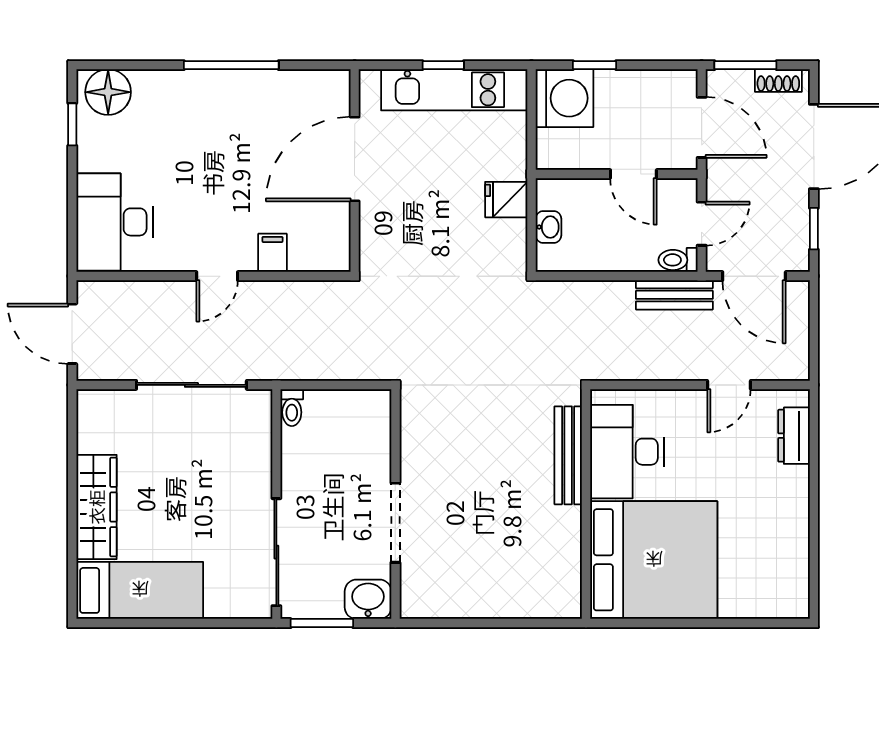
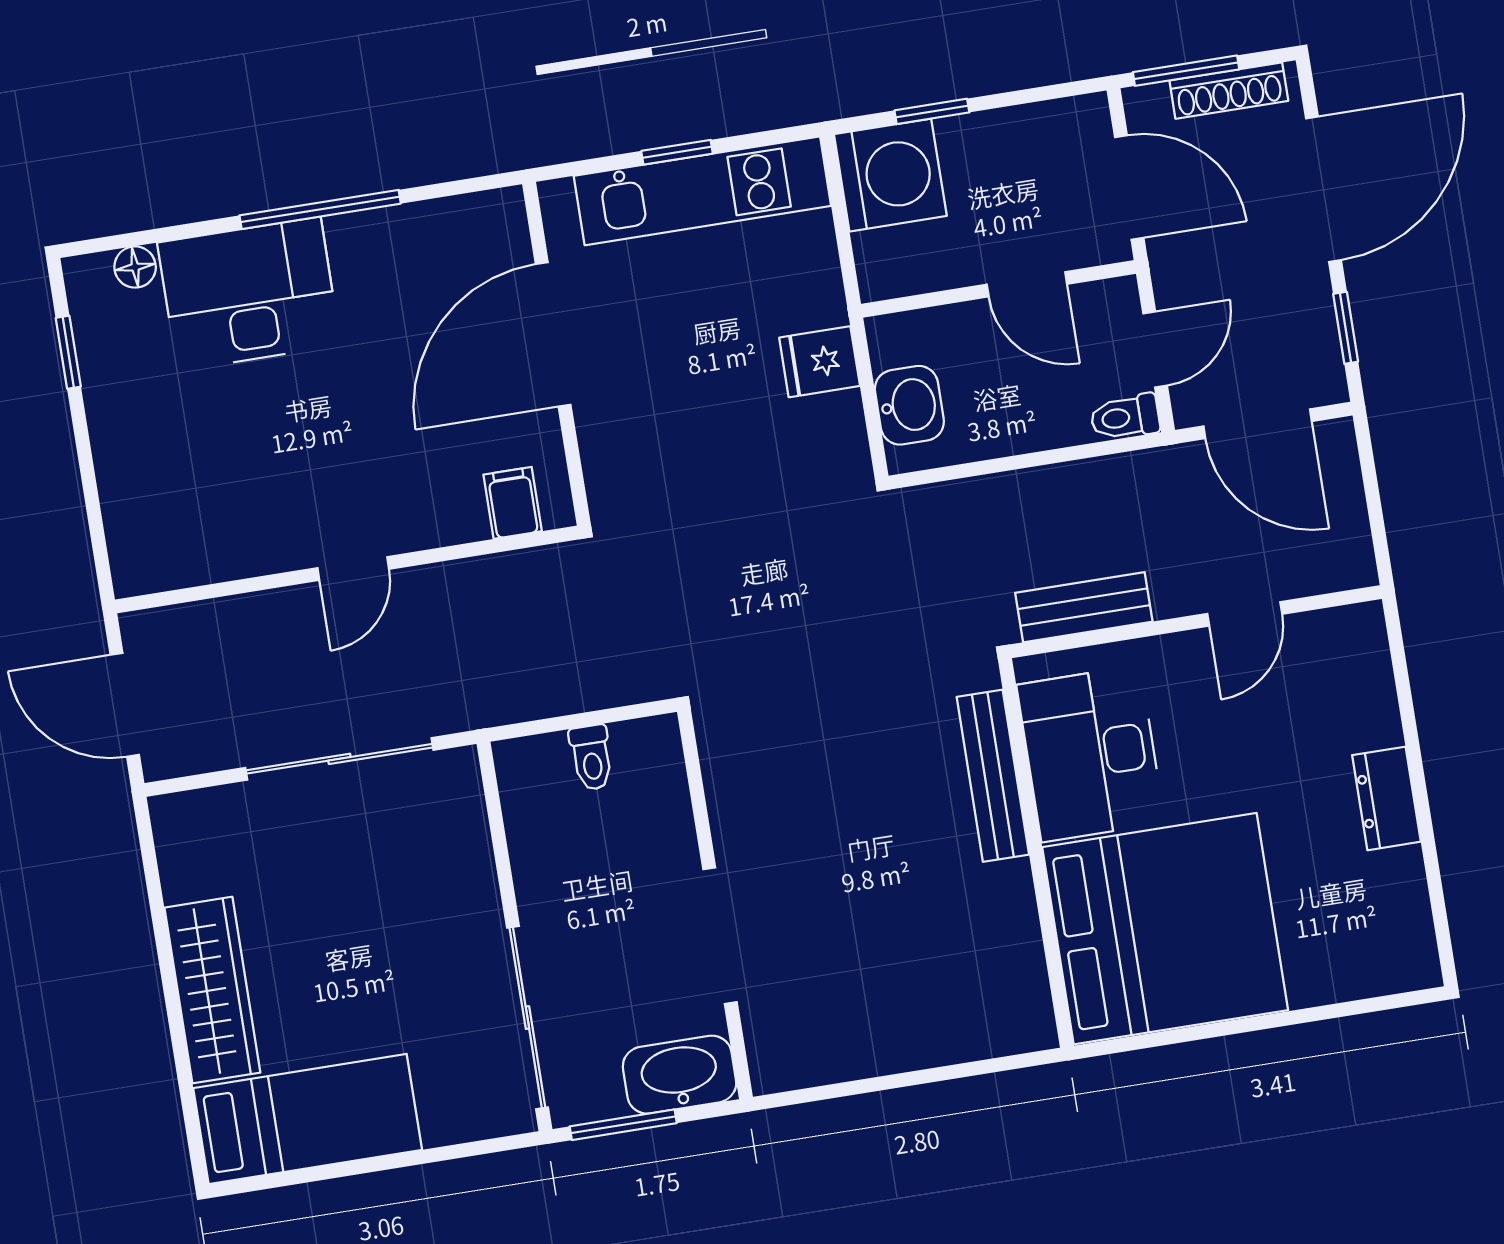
shoe rack: (778, 81) -> (1229, 91), width x1.43
floor lamp: (108, 92) -> (135, 267), width x0.53, depth x0.53
desk: (114, 222) -> (249, 294), moved, turned 90
washbasin: (548, 227) -> (909, 405), width x1.38, depth x1.45
filing cabinet: (272, 253) -> (513, 503), moved
bench: (674, 295) -> (1084, 607), moved
toilet: (292, 408) -> (591, 757), moved
dresser: (794, 436) -> (1386, 798), moved
washbasin: (368, 599) -> (680, 1075), width x1.38

